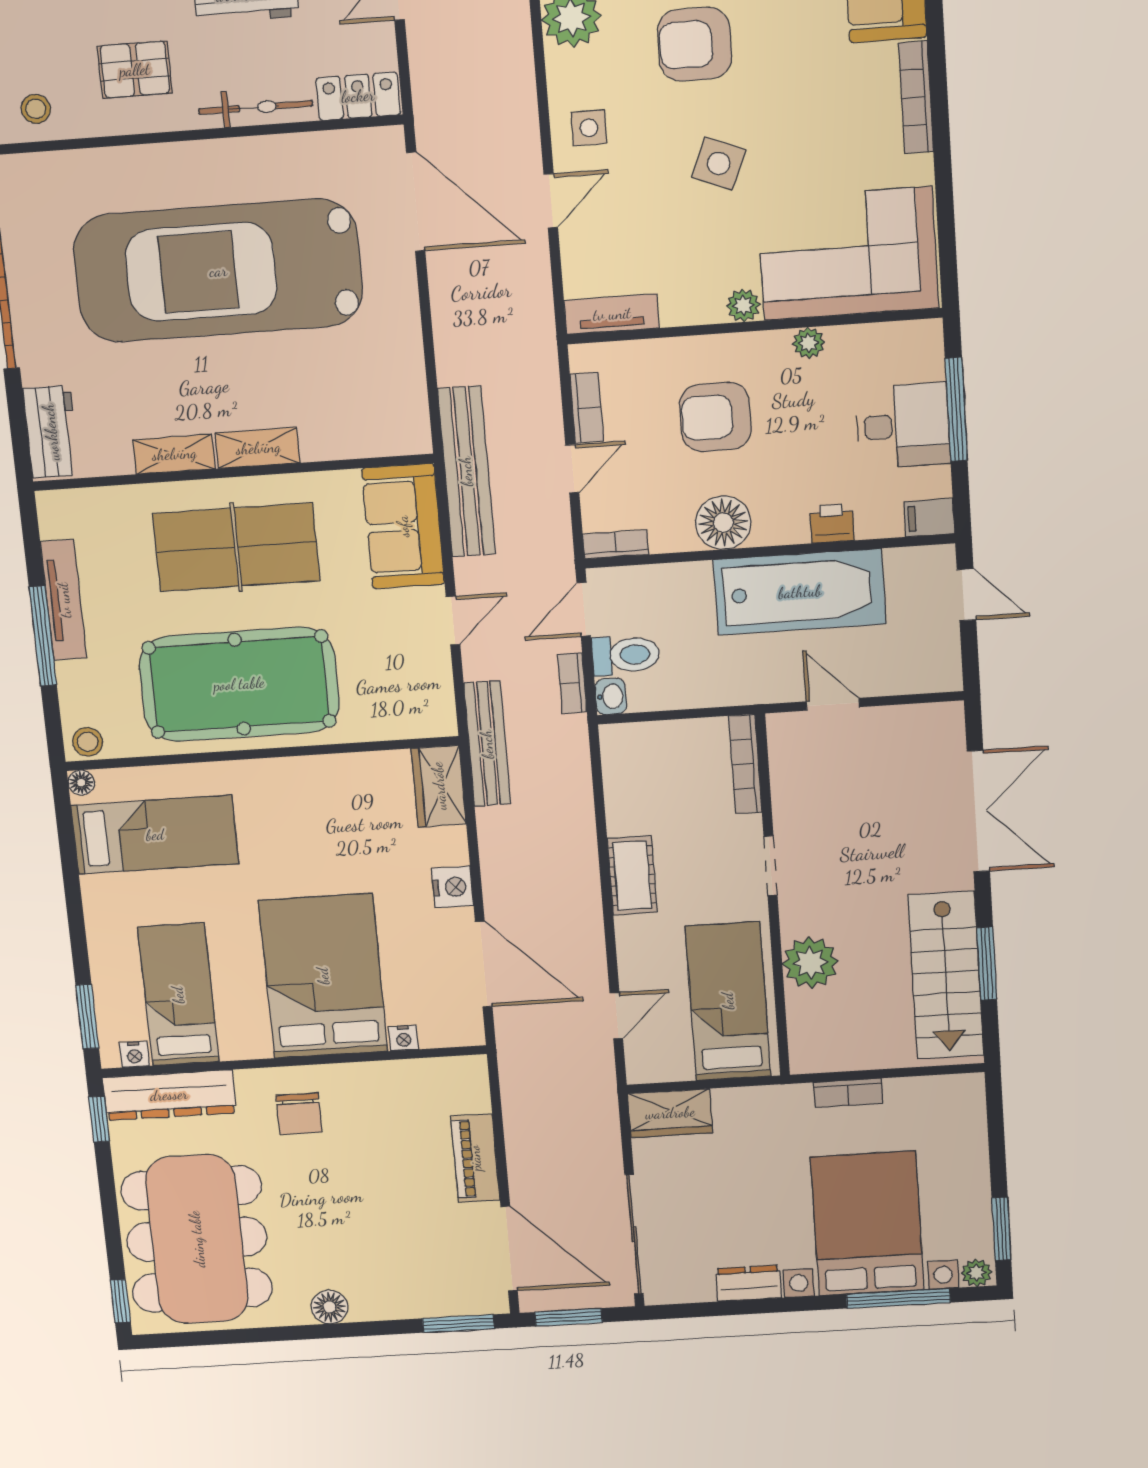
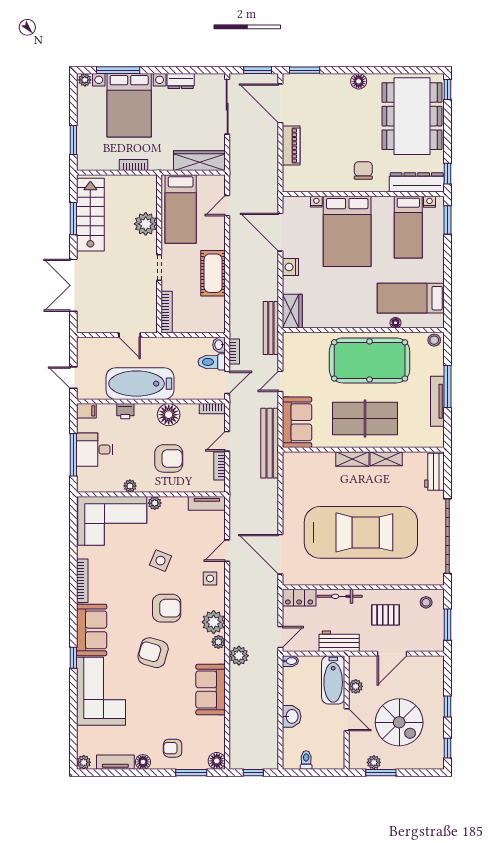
floor lamp: (81, 783) -> (396, 323), moved
cot: (632, 875) -> (213, 273), width x1.37, depth x1.34
wardrobe: (670, 1113) -> (199, 161), width x1.50
window: (1001, 1229) -> (73, 140), moved

